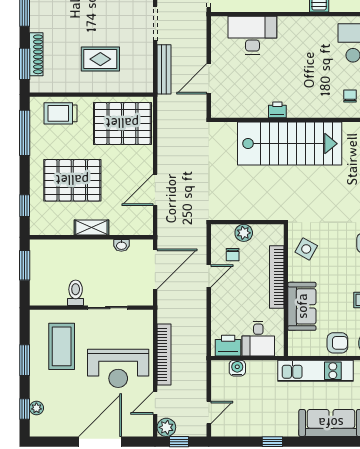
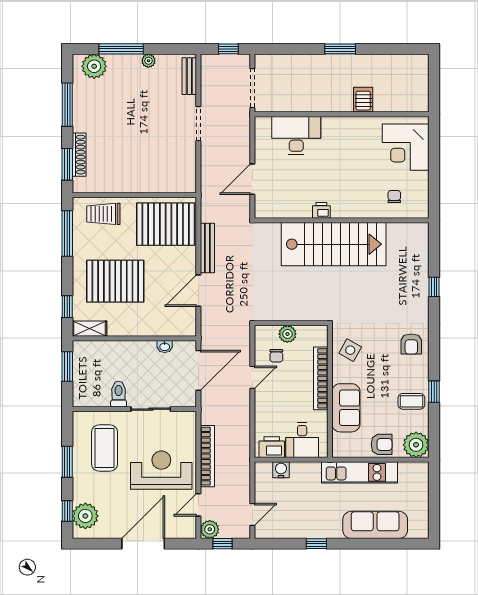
rug: (100, 59) -> (143, 159), removed
bench: (164, 69) -> (207, 248), moved
shelving: (91, 228) -> (90, 329), moved
reception desk: (118, 368) -> (161, 470), turned 180
plant: (36, 408) -> (85, 516), width x1.88, depth x1.88

